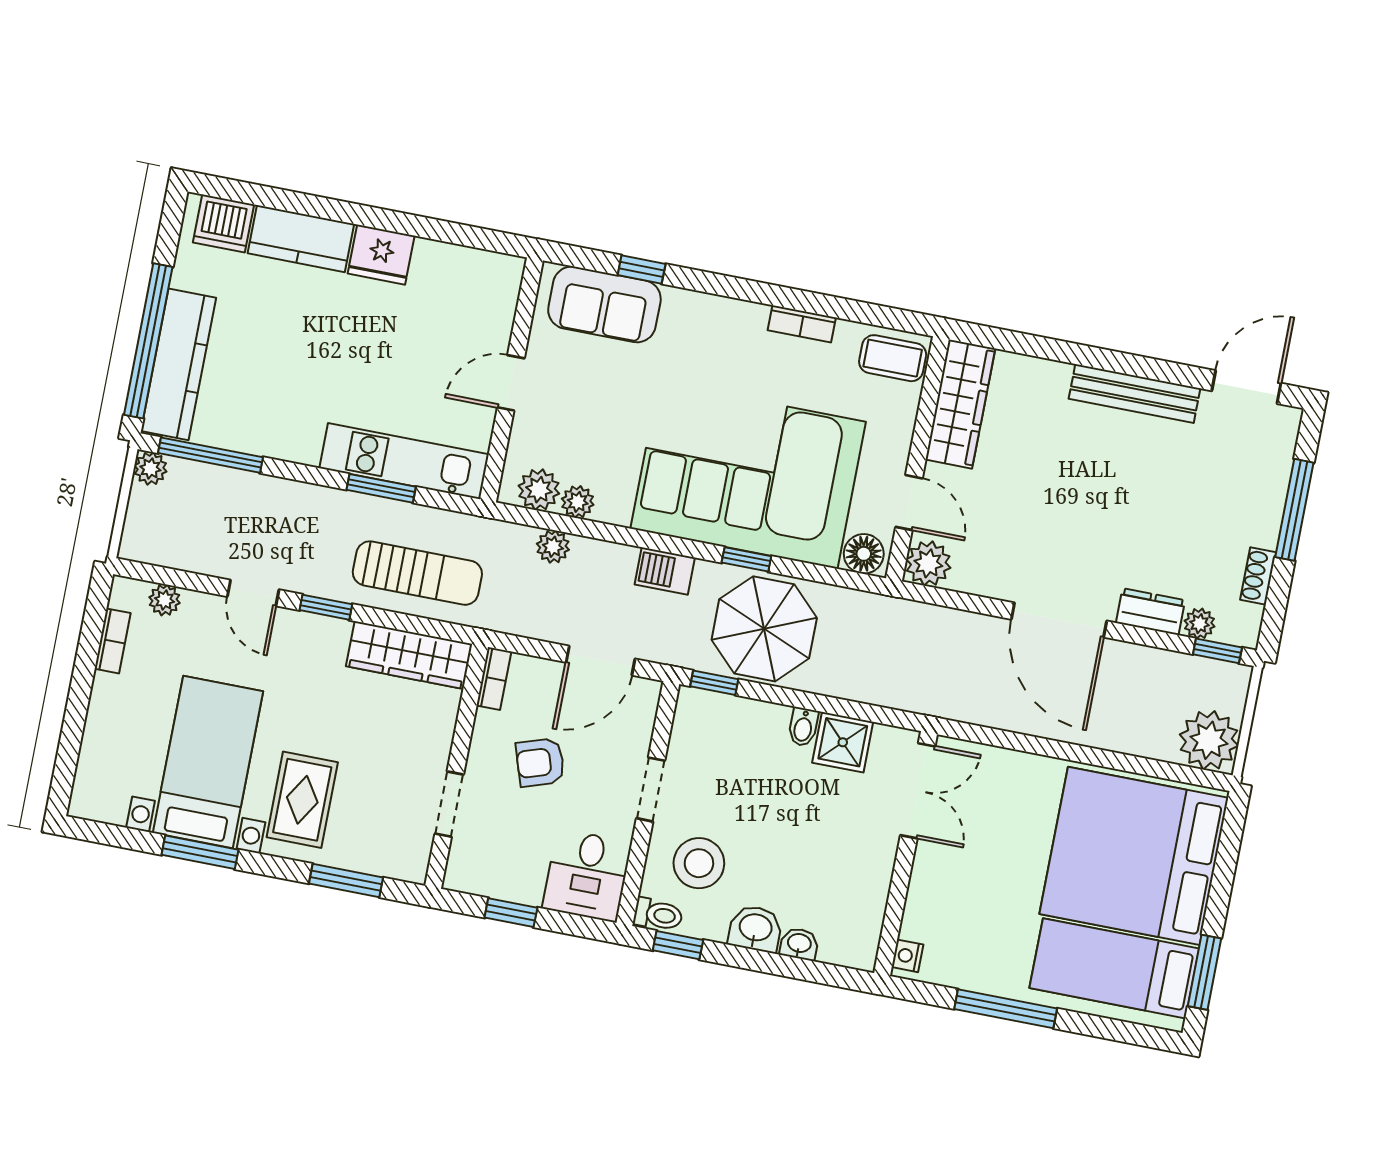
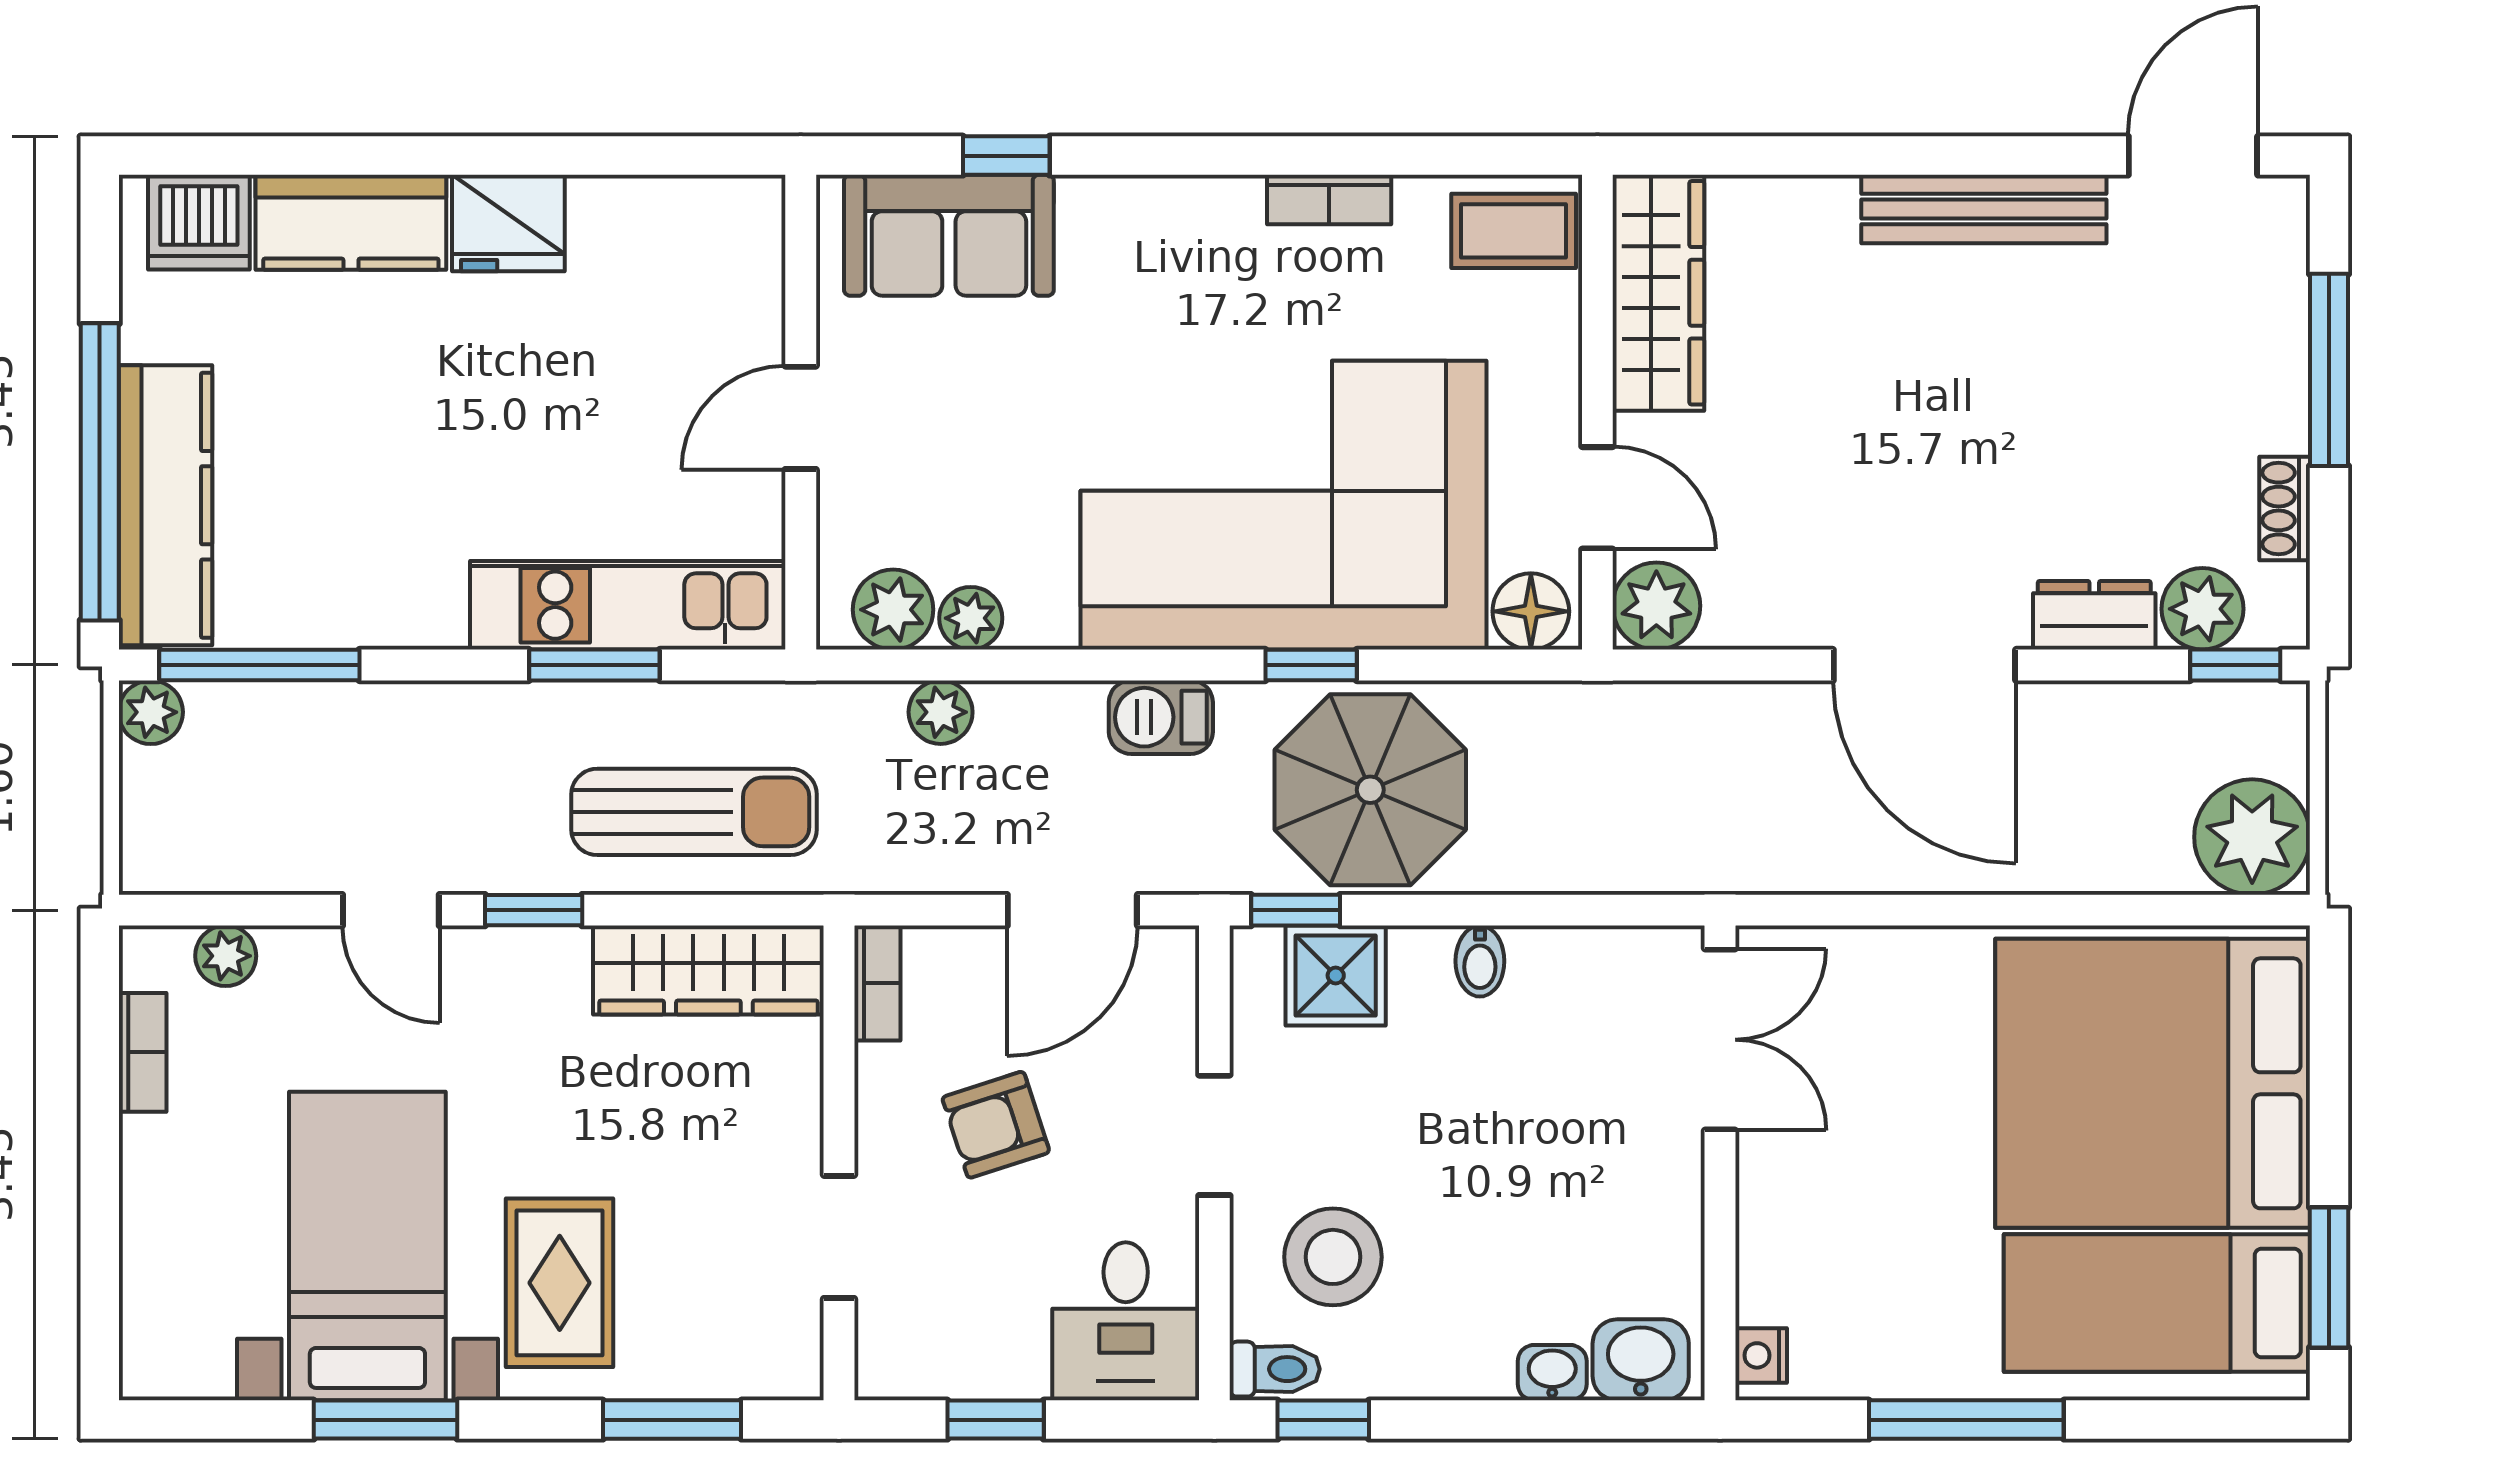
plant: (1199, 624) -> (2202, 609), width x1.38, depth x1.38
shower: (843, 742) -> (1336, 975), moved
washbasin: (755, 929) -> (1641, 1360), moved

